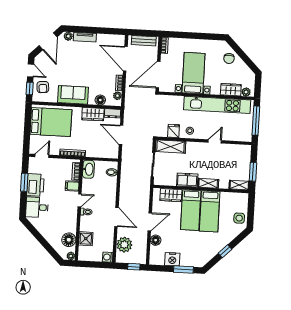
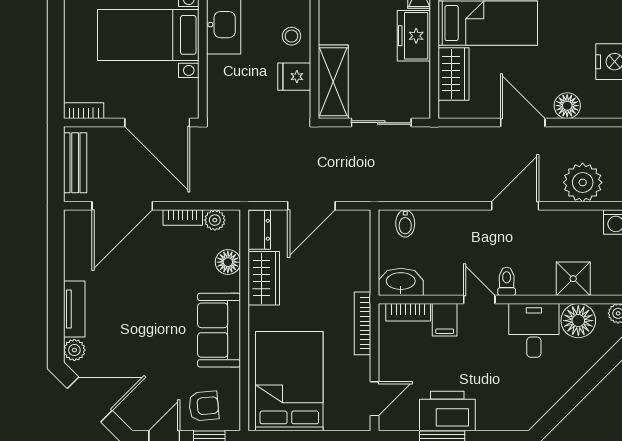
door: (42, 156) -> (374, 399), swing flipped
desk: (37, 207) -> (534, 330), moved, turned 180

